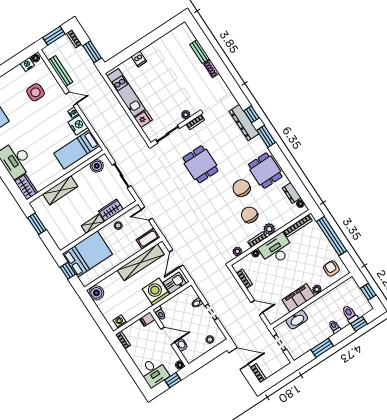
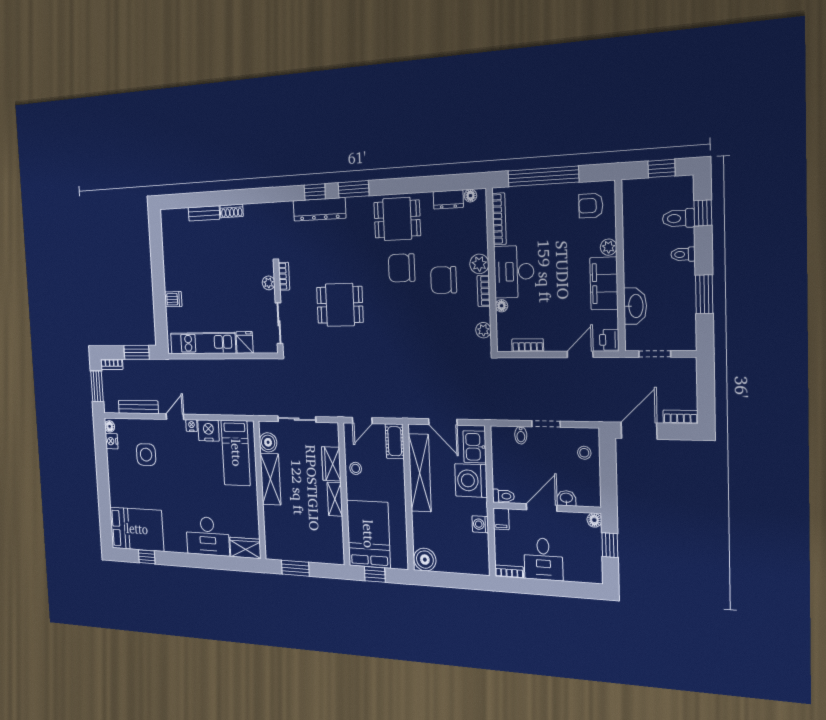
shelving: (60, 190) -> (270, 479), moved
printer: (273, 317) -> (609, 340), added
washing machine: (120, 322) -> (480, 524), moved
desk: (154, 372) -> (543, 559), moved, turned 90

